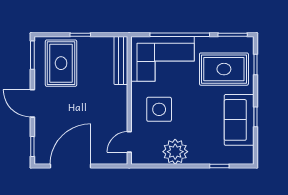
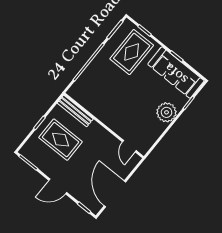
corner sofa: (162, 59) -> (95, 85), removed
rug: (61, 63) -> (61, 140), moved
side table: (159, 109) -> (124, 112), removed
sofa: (239, 120) -> (176, 73), width x1.36
plant: (175, 152) -> (167, 112), moved

